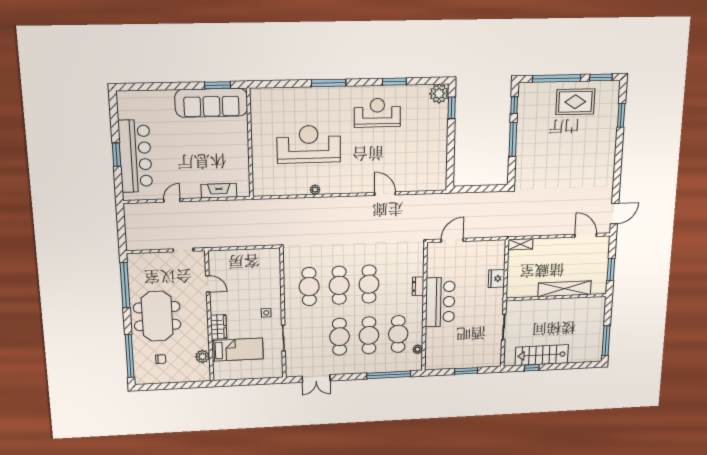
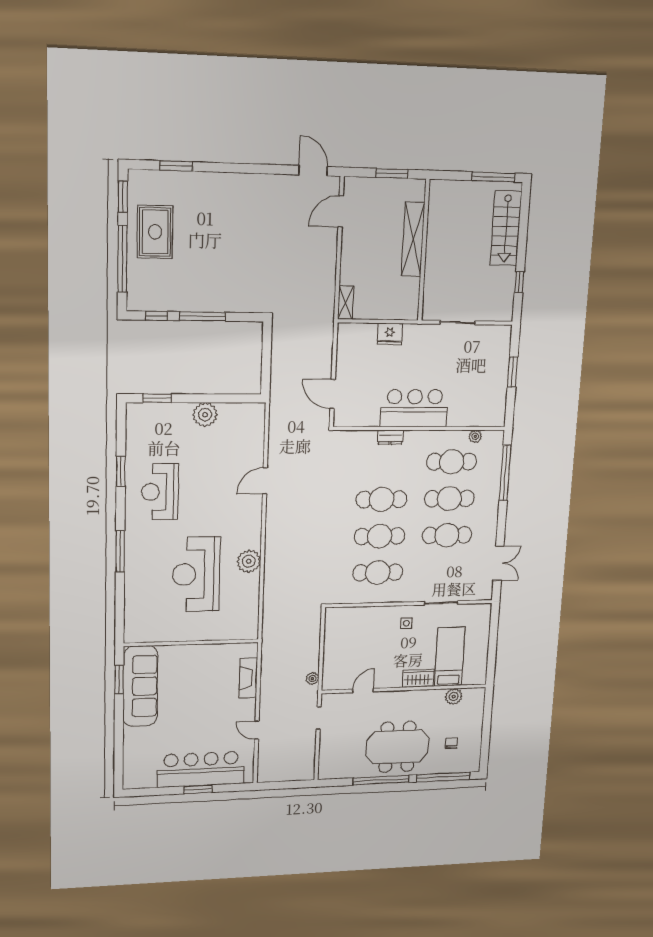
plant: (439, 94) -> (205, 415), moved
plant: (315, 190) -> (249, 561), width x1.87, depth x1.87
plant: (218, 242) -> (312, 678), added
window: (125, 285) -> (381, 780), moved
stairs: (542, 355) -> (506, 228), moved

